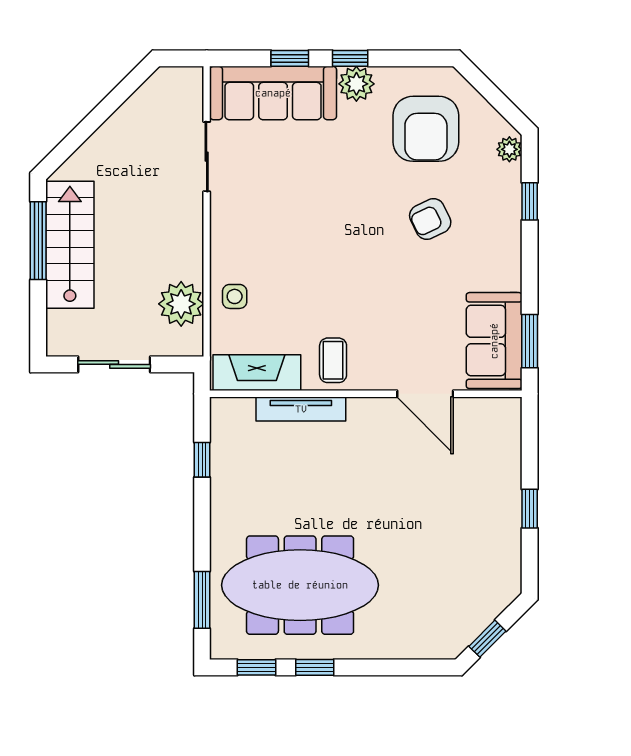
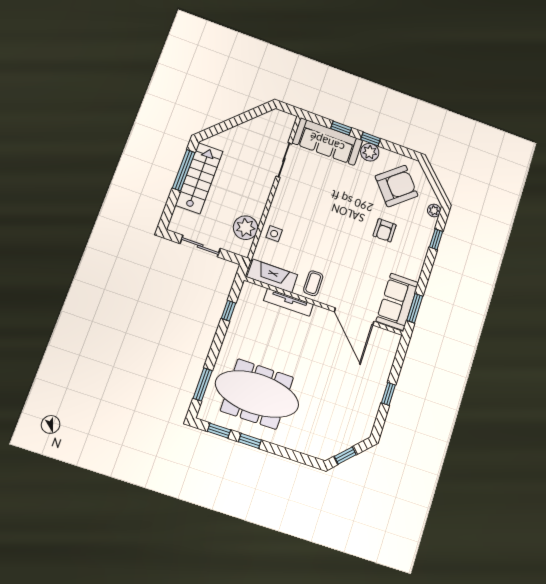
armchair: (426, 129) -> (397, 186), turned -130
armchair: (430, 219) -> (385, 230), turned -64
door: (425, 394) -> (354, 317), width x1.36

